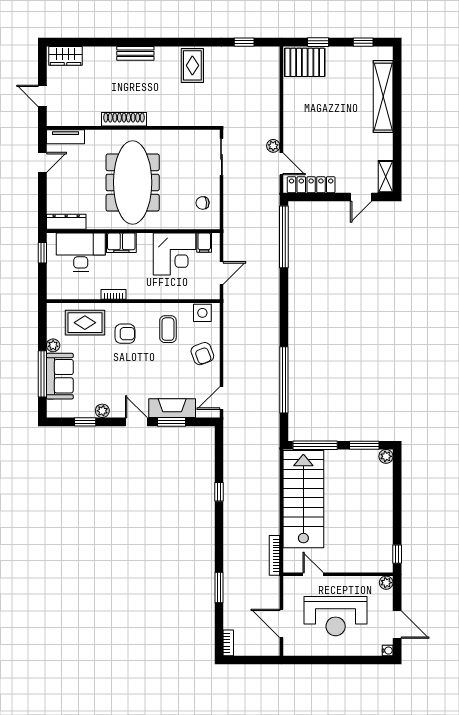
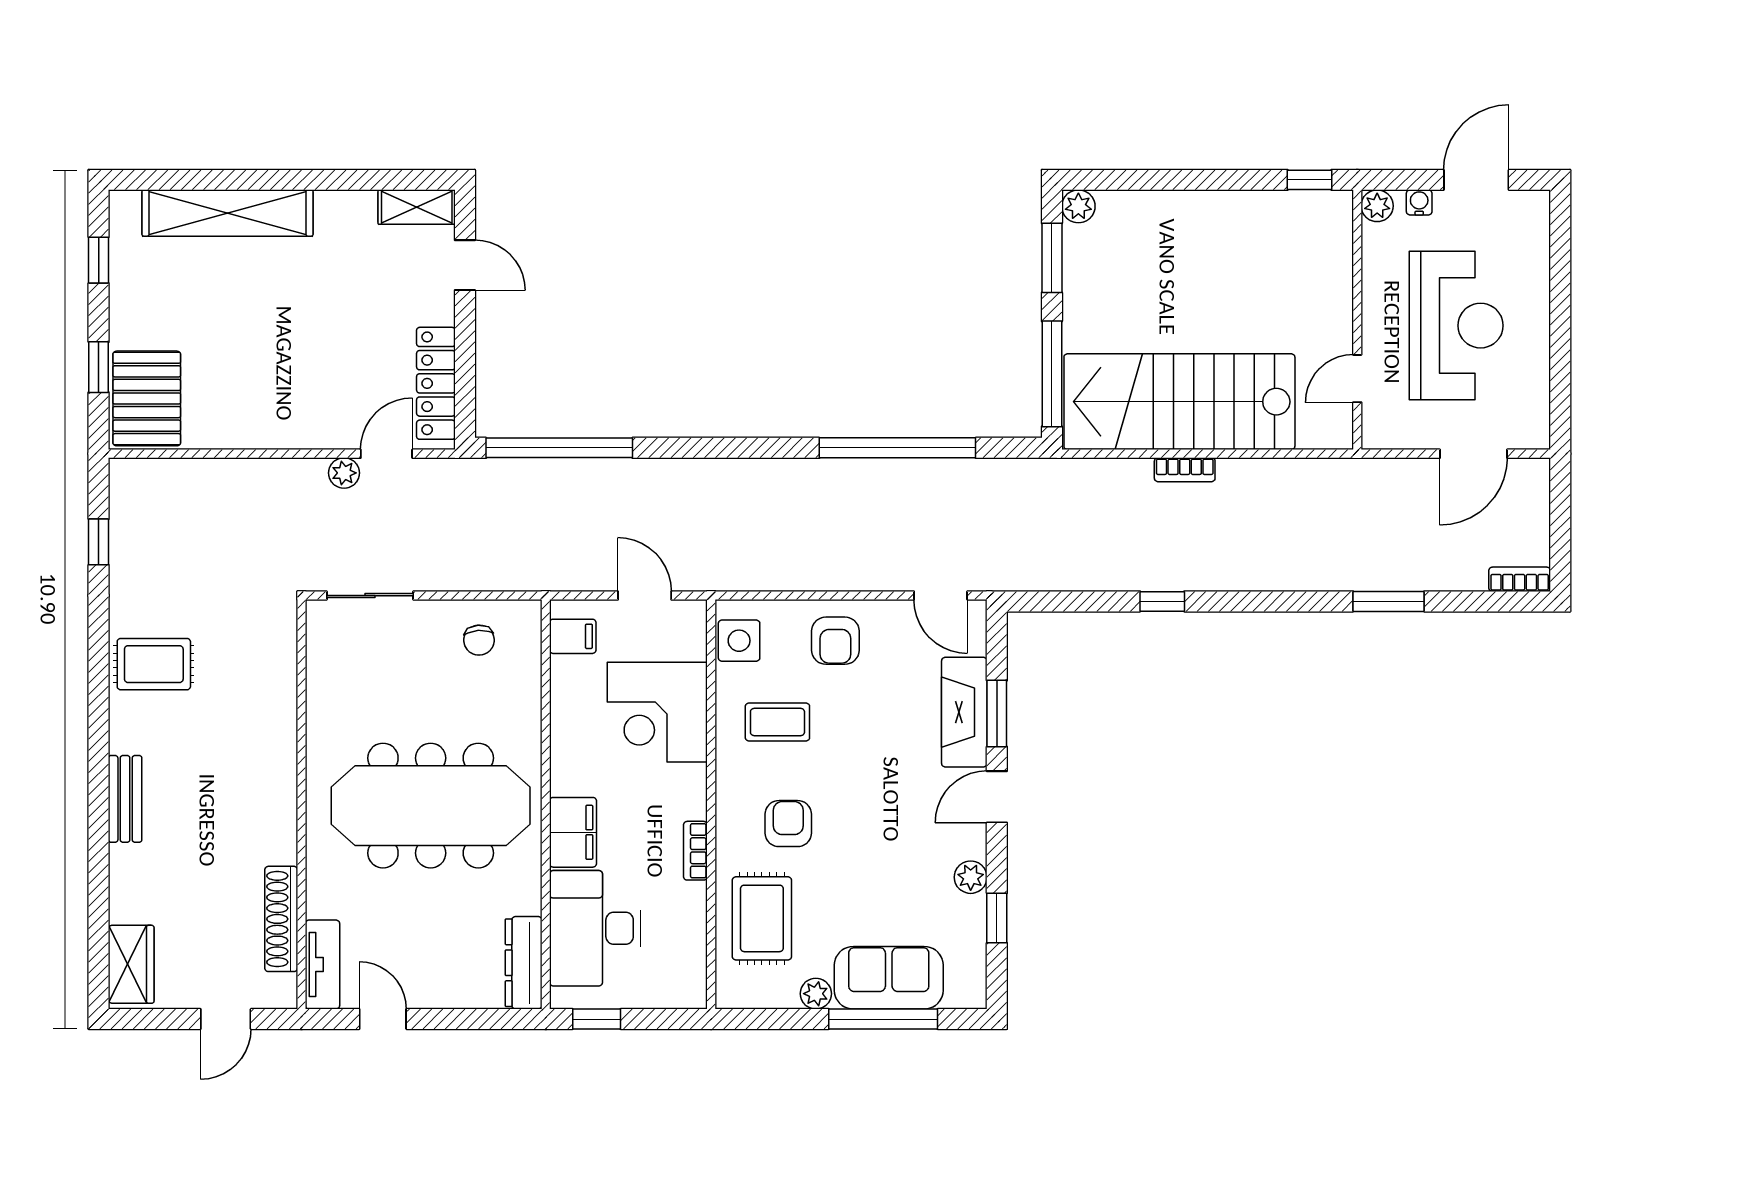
shoe rack: (124, 119) -> (281, 919), moved
corner desk: (174, 254) -> (657, 712), moved, turned 180
armchair: (202, 354) -> (835, 641), turned 111
bookcase: (275, 555) -> (1185, 470), moved, width x0.64
water cooler: (388, 651) -> (1419, 202), moved

